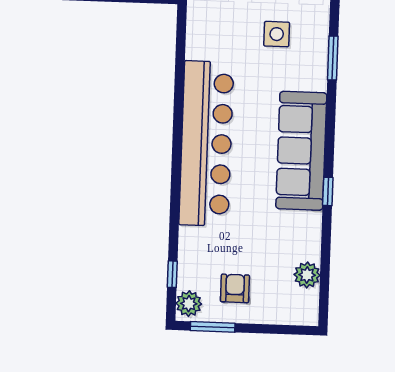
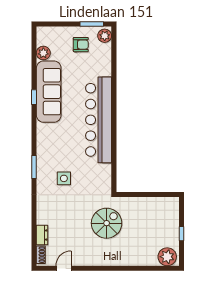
sofa: (301, 151) -> (49, 92), moved
window: (172, 274) -> (114, 51), removed
armchair: (235, 288) -> (81, 45), turned -90

